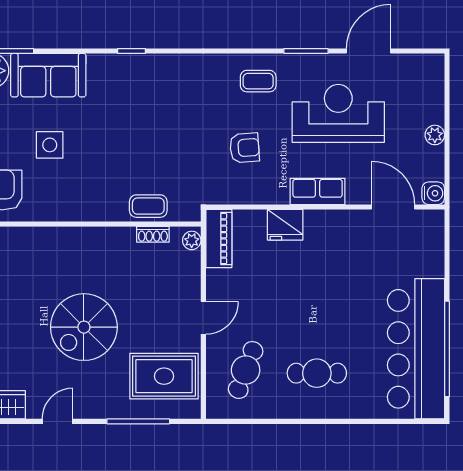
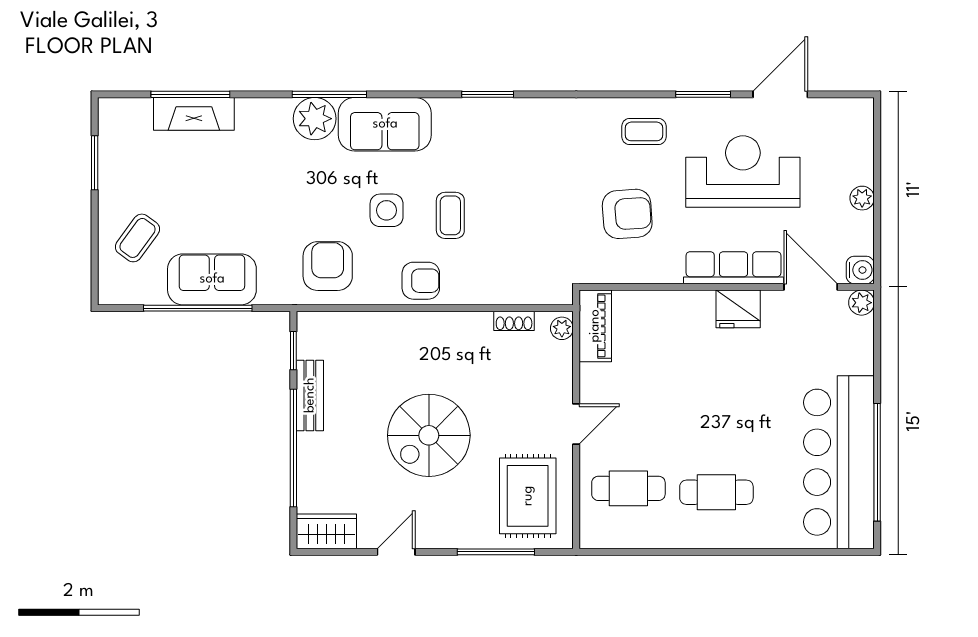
window: (132, 51) -> (488, 94), width x1.50
armchair: (245, 148) -> (627, 214), width x1.38, depth x1.38
row of seats: (318, 191) -> (733, 268), width x1.48
armchair: (77, 202) -> (421, 281), added
coffee table: (148, 206) -> (450, 215), moved, turned 90
plant: (434, 220) -> (861, 303), added
fridge: (285, 225) -> (738, 309), moved
cafe table: (246, 370) -> (628, 488), turned 69
rug: (164, 376) -> (528, 496), turned 90

